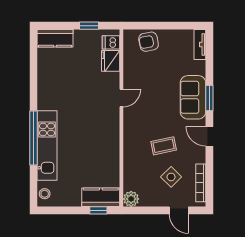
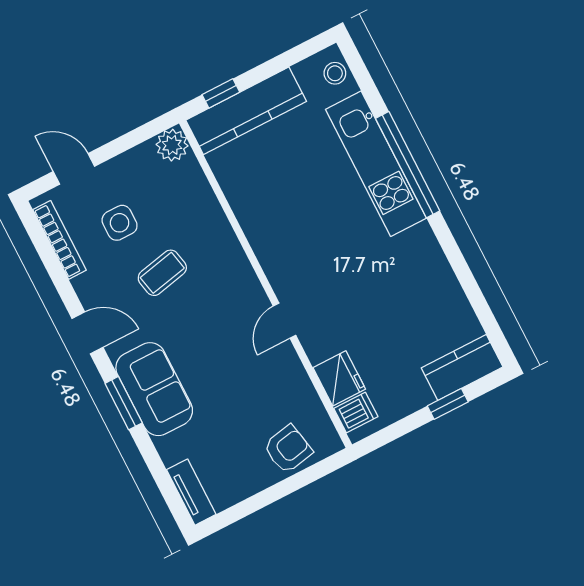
window: (89, 26) -> (448, 404), moved
side table: (171, 177) -> (120, 223), turned 45
kitchen counter: (101, 197) -> (246, 111), width x1.50

